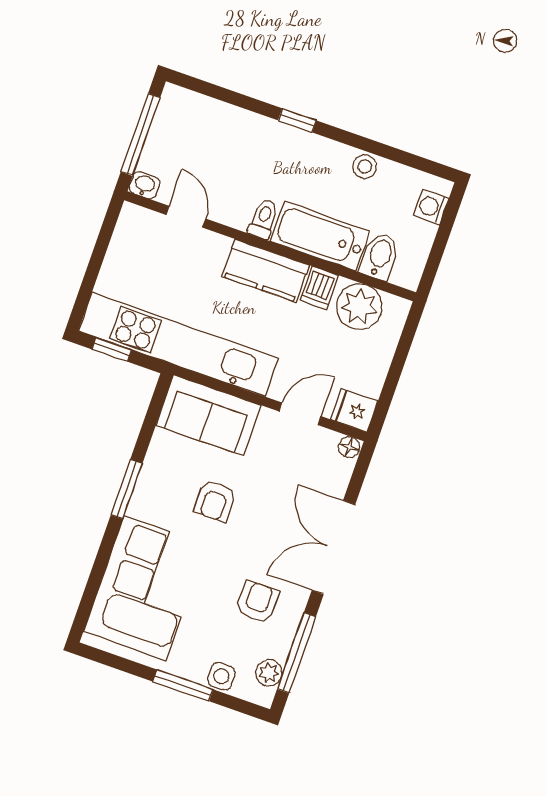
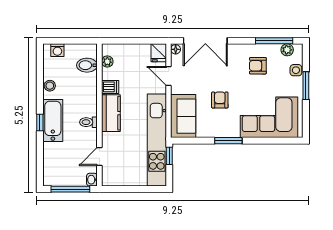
bathtub: (320, 236) -> (53, 121), moved, turned 180
plant: (359, 307) -> (107, 62), width x0.53, depth x0.53
window: (112, 350) -> (169, 156), moved
armchair: (215, 501) -> (220, 100), turned -90
double door: (333, 547) -> (205, 41), moved

